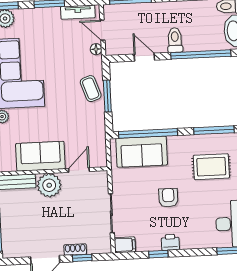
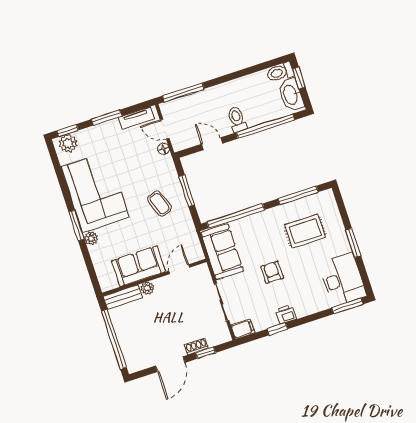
coffee table: (91, 89) -> (159, 203), moved
sofa: (142, 152) -> (222, 252), moved, turned -90
plant: (49, 185) -> (147, 288), width x0.53, depth x0.53

